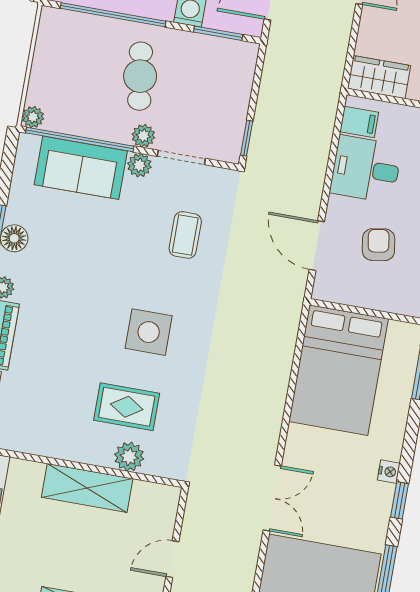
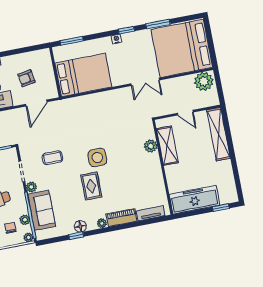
chair: (69, 86) -> (10, 228), added
plant: (143, 136) -> (25, 220), moved
rug: (127, 407) -> (91, 186), moved
shelving: (87, 488) -> (167, 146), moved
double door: (272, 498) -> (145, 82), swing flipped

